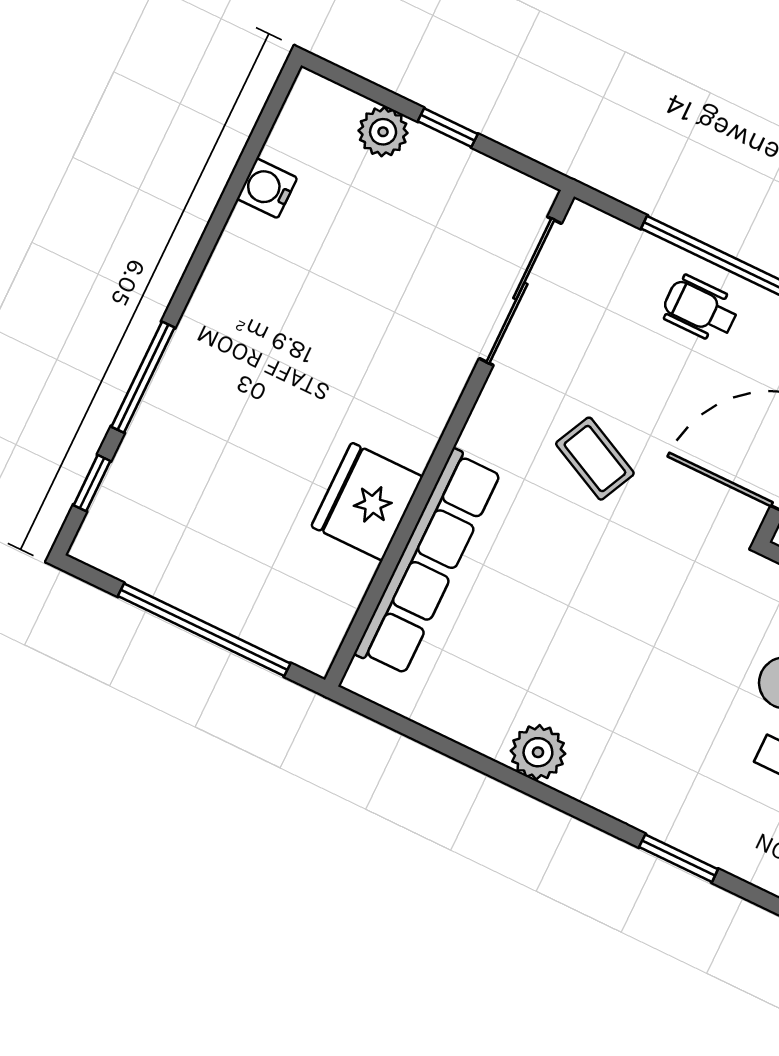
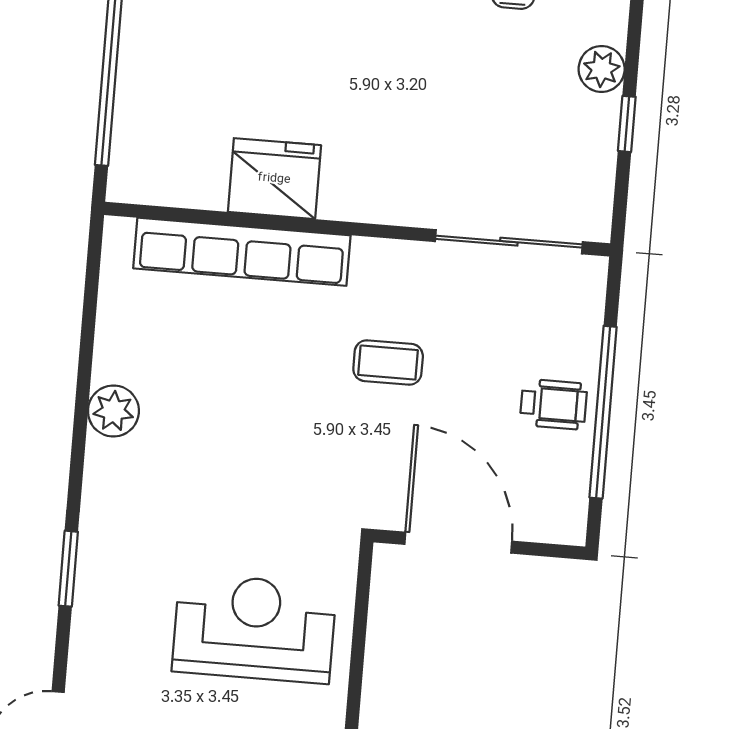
wheelchair: (700, 309) -> (553, 404), turned 90
coffee table: (595, 459) -> (388, 363), turned 64

